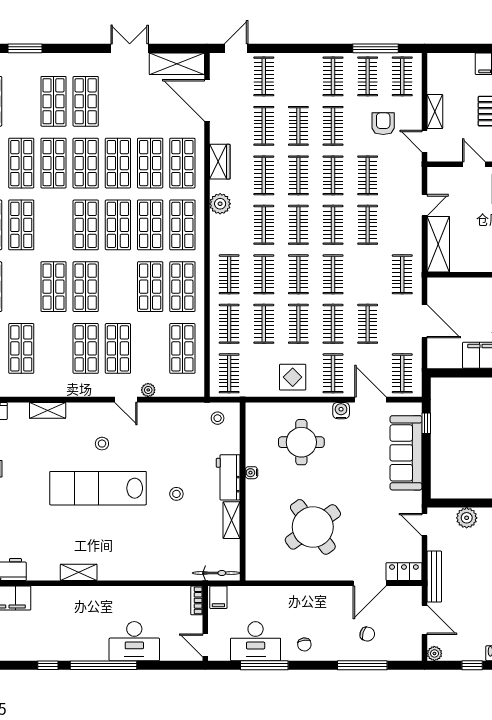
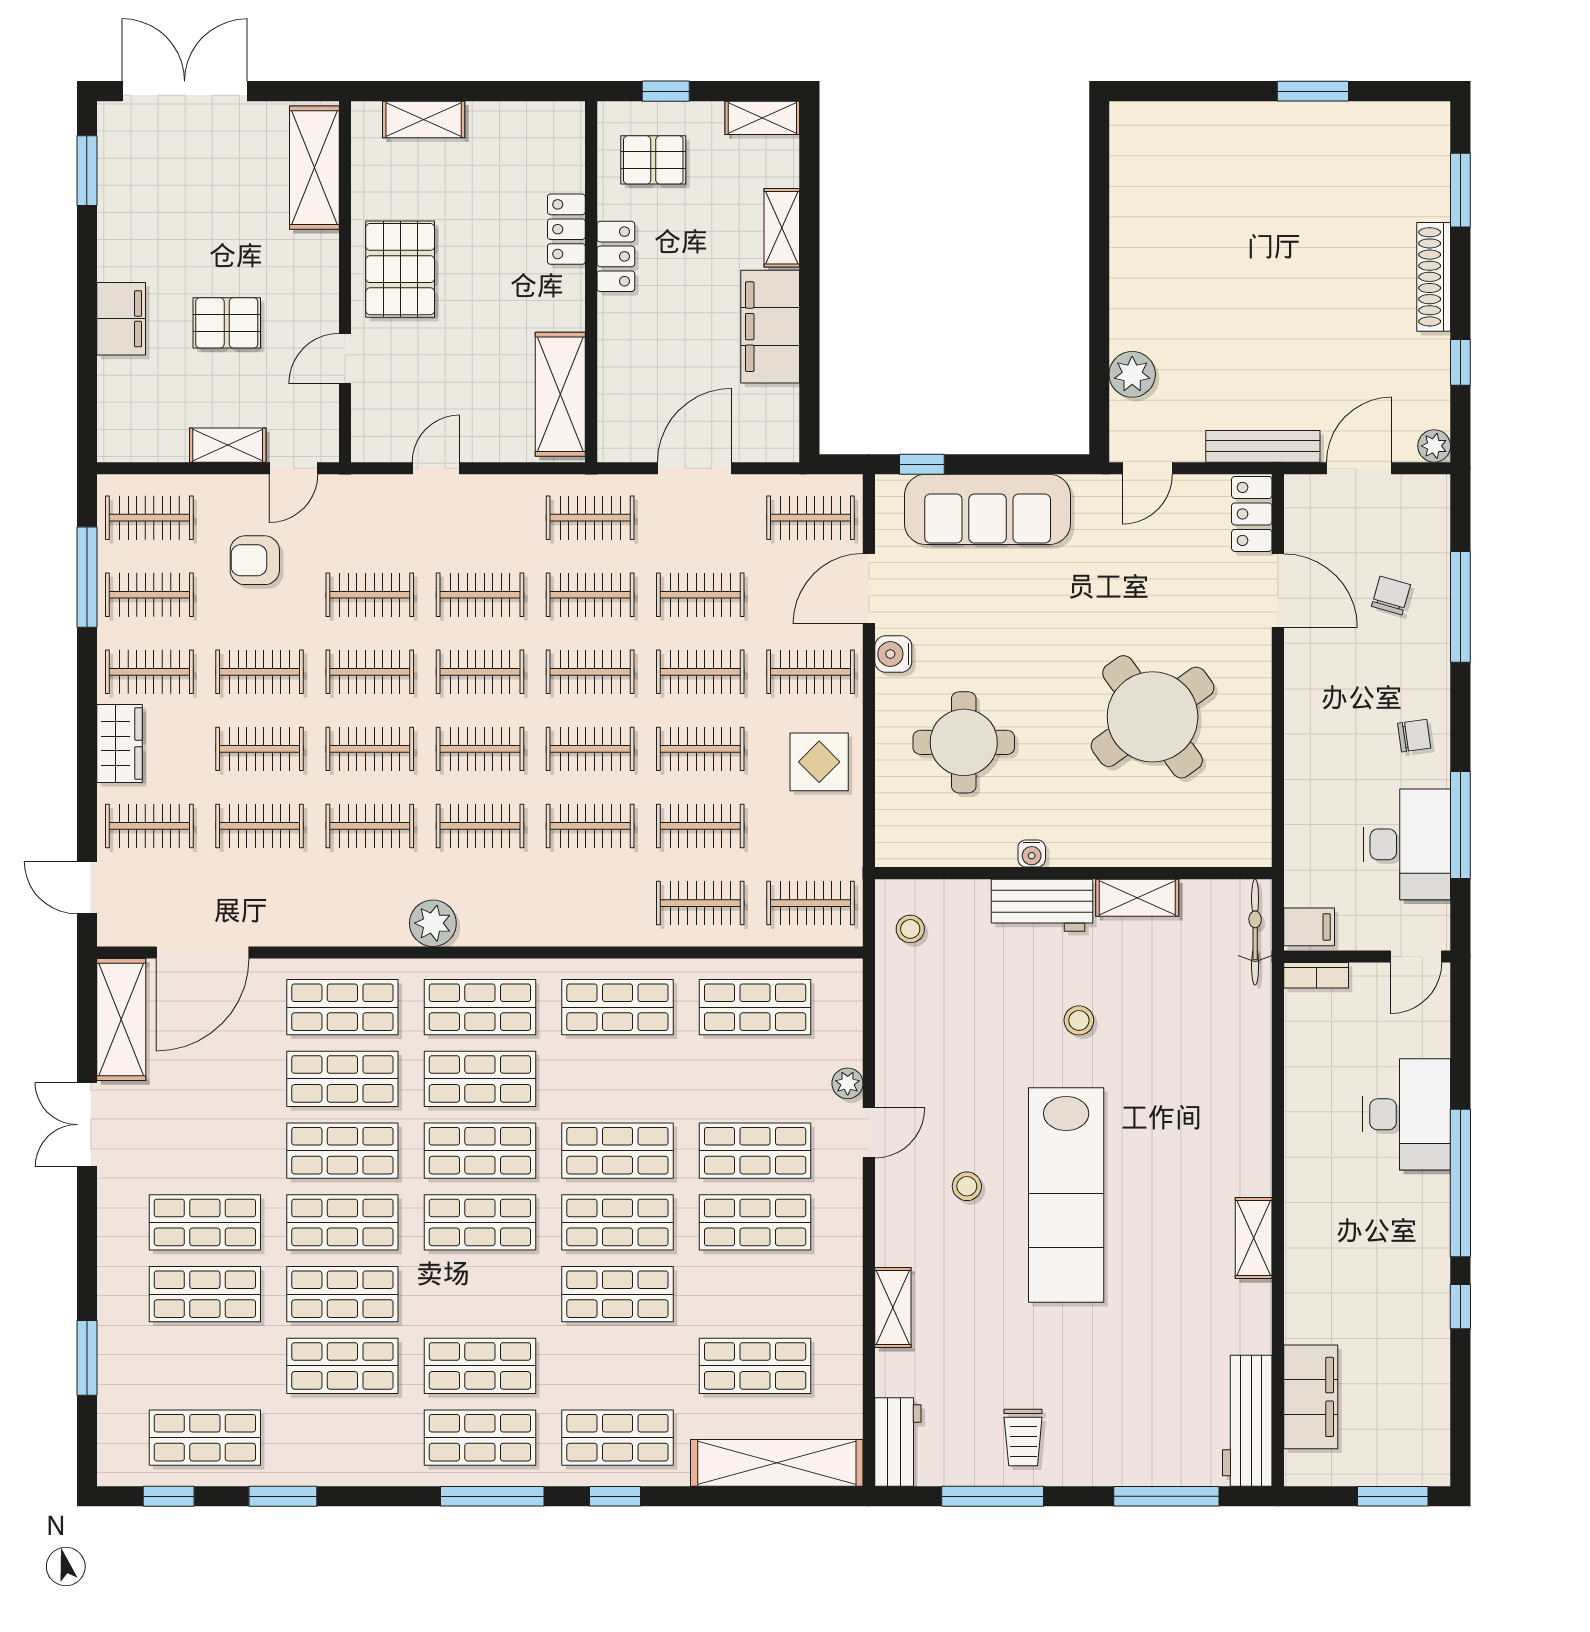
wardrobe: (220, 162) -> (120, 743), moved, turned 90
door: (424, 205) -> (436, 468), hinge flipped
shelving: (438, 244) -> (560, 394), moved, turned 90
clothes rail: (229, 274) -> (590, 595), moved
shop shelf: (150, 287) -> (617, 1151), moved

